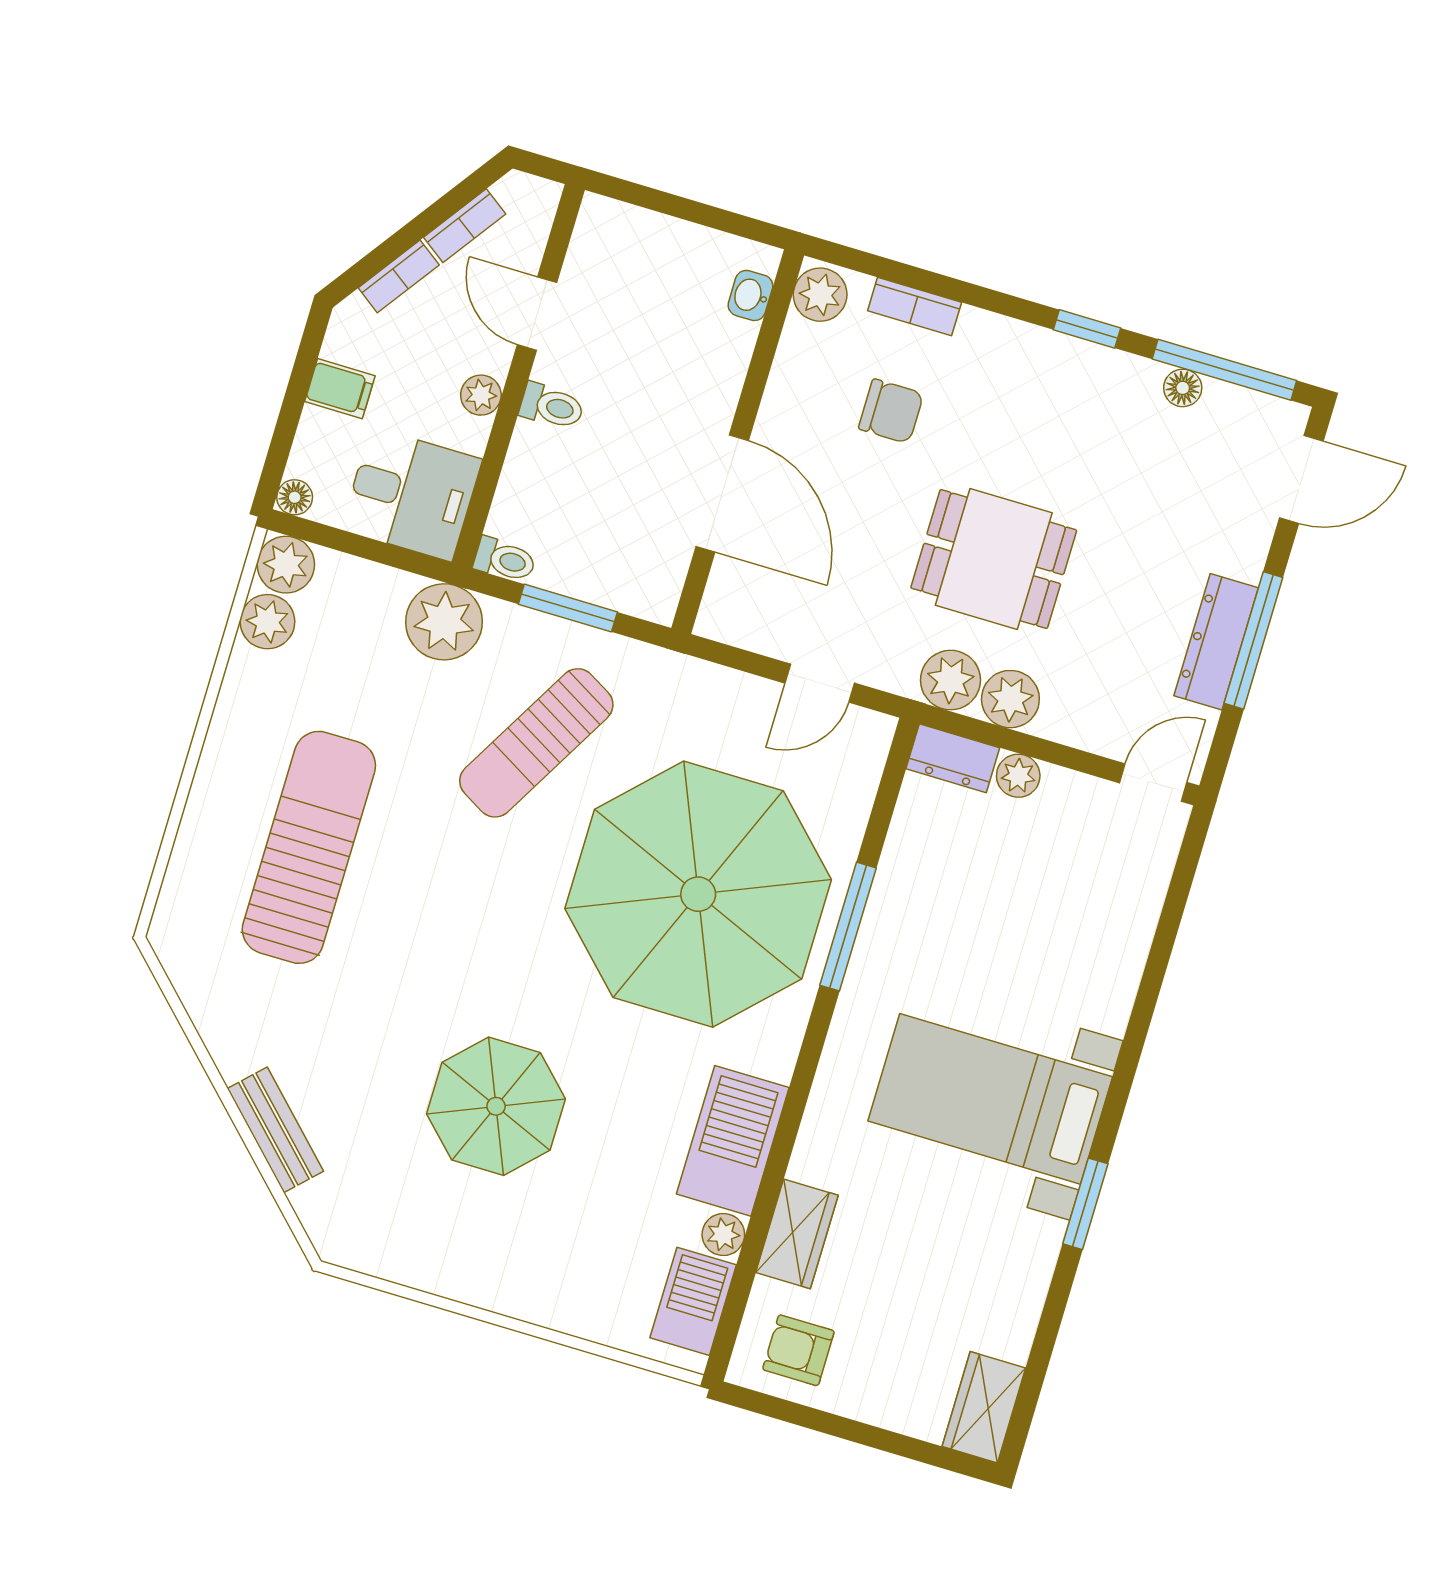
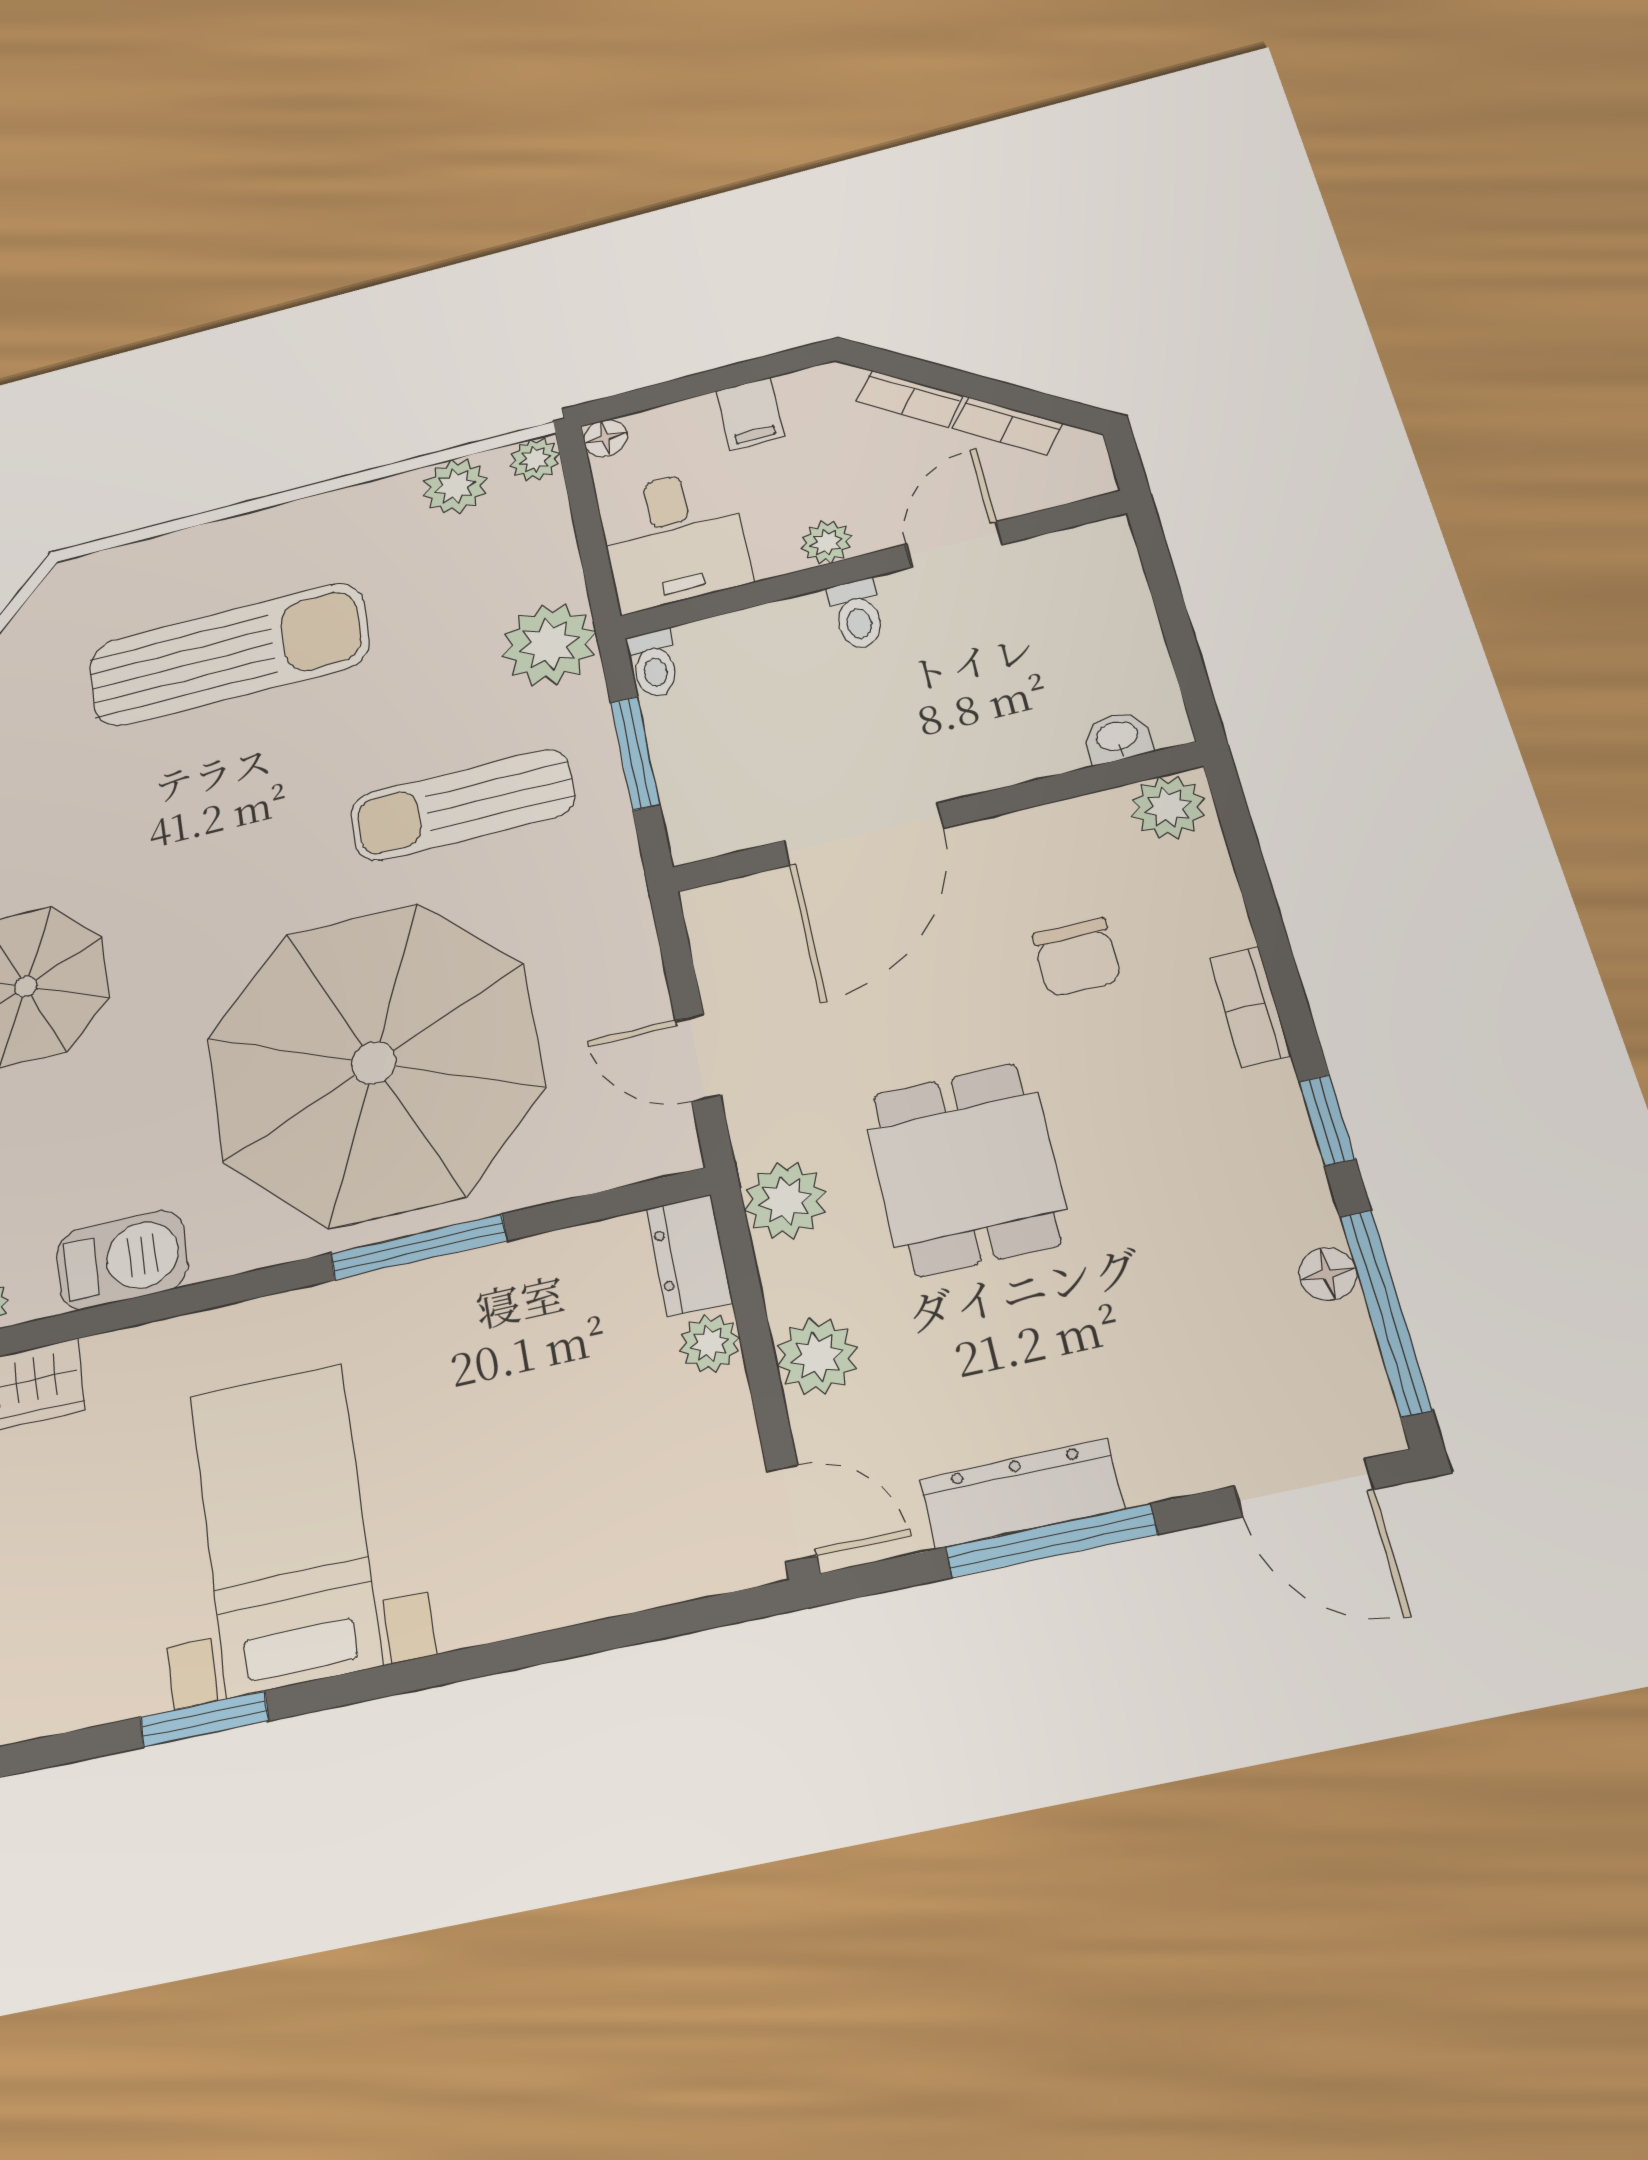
bookcase: (915, 307) -> (1250, 1006), moved
plant: (286, 565) -> (535, 459), width x0.73, depth x0.73
plant: (1010, 699) -> (817, 1356), moved
sun lounger: (536, 743) -> (462, 805), turned -30
barbecue: (733, 1141) -> (122, 1260), width x0.73, depth x0.83

